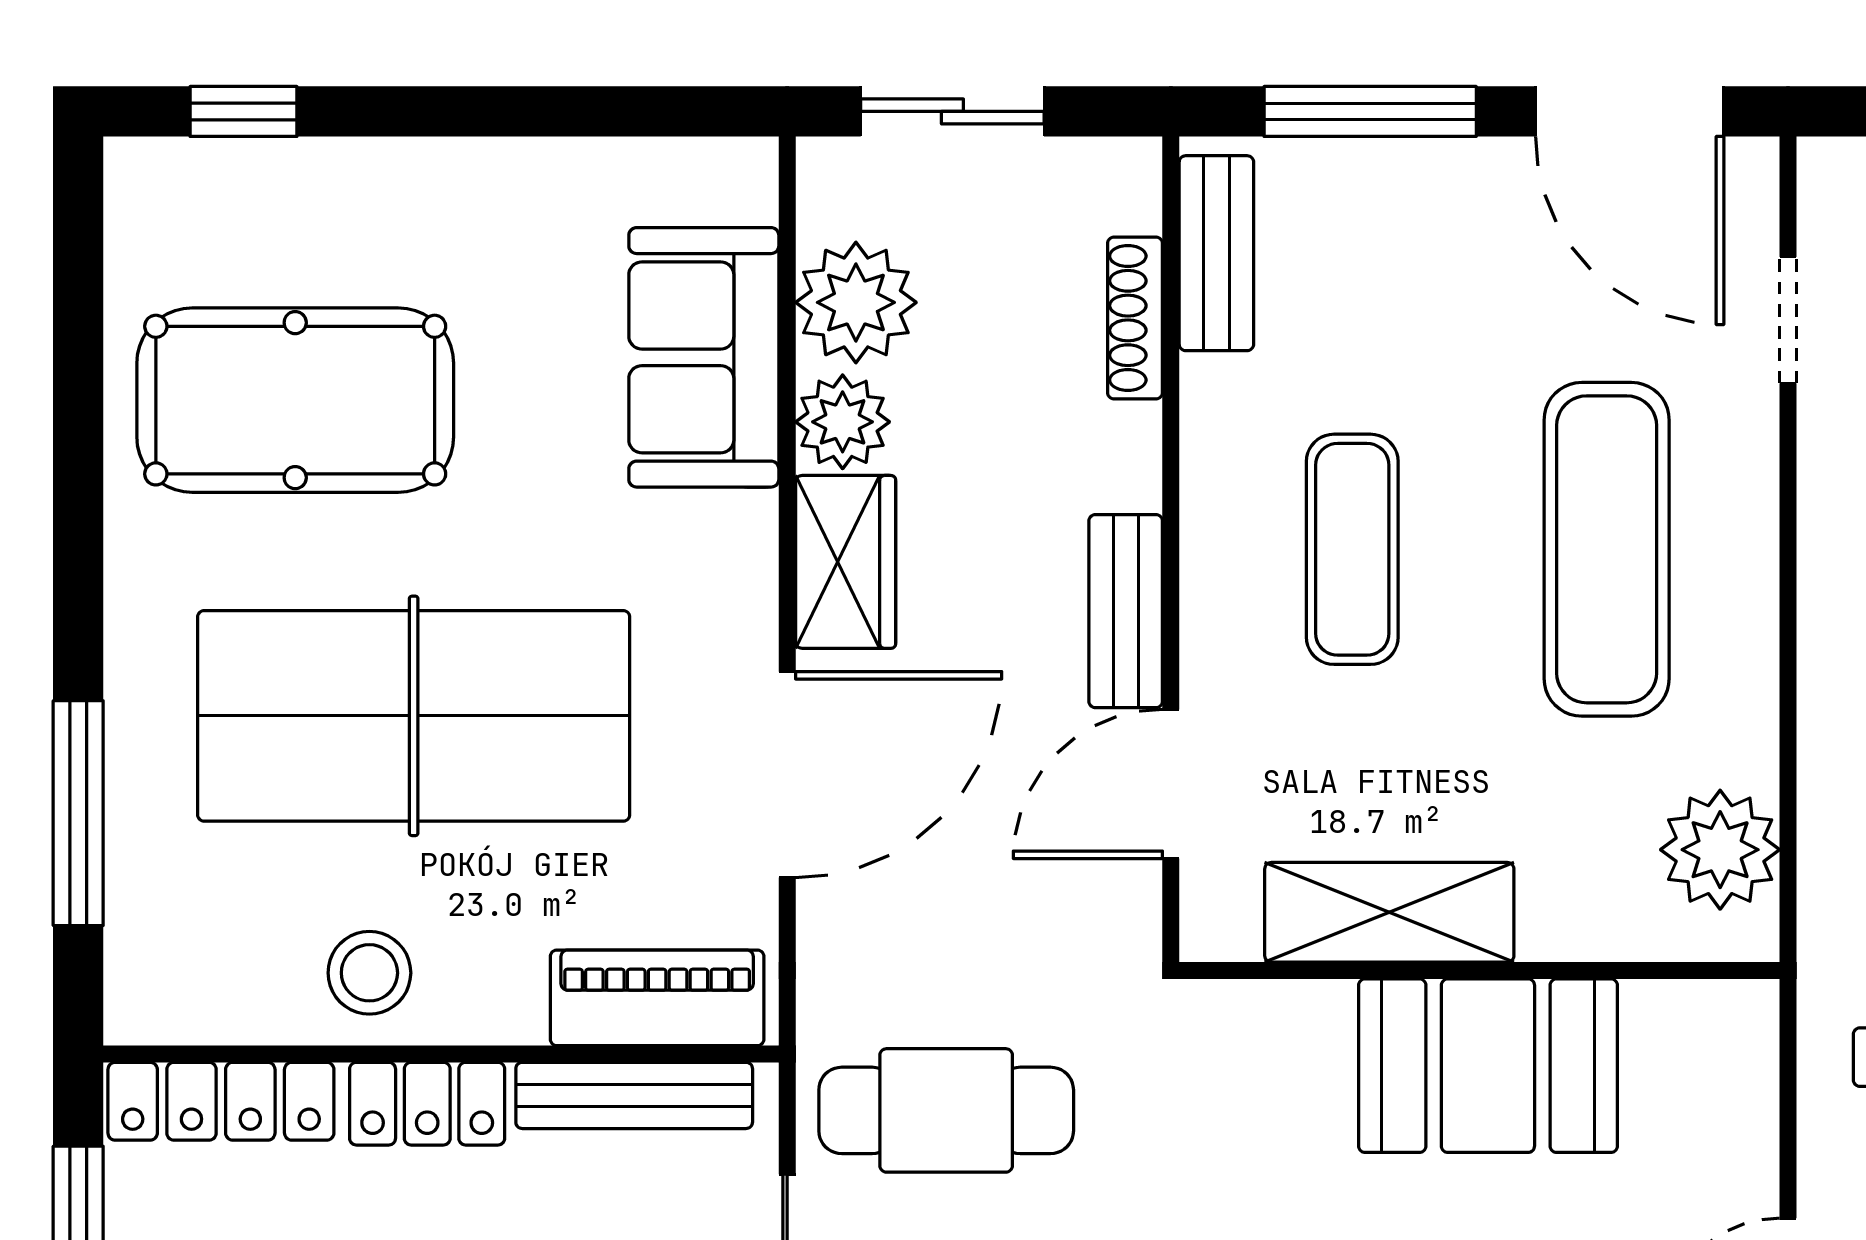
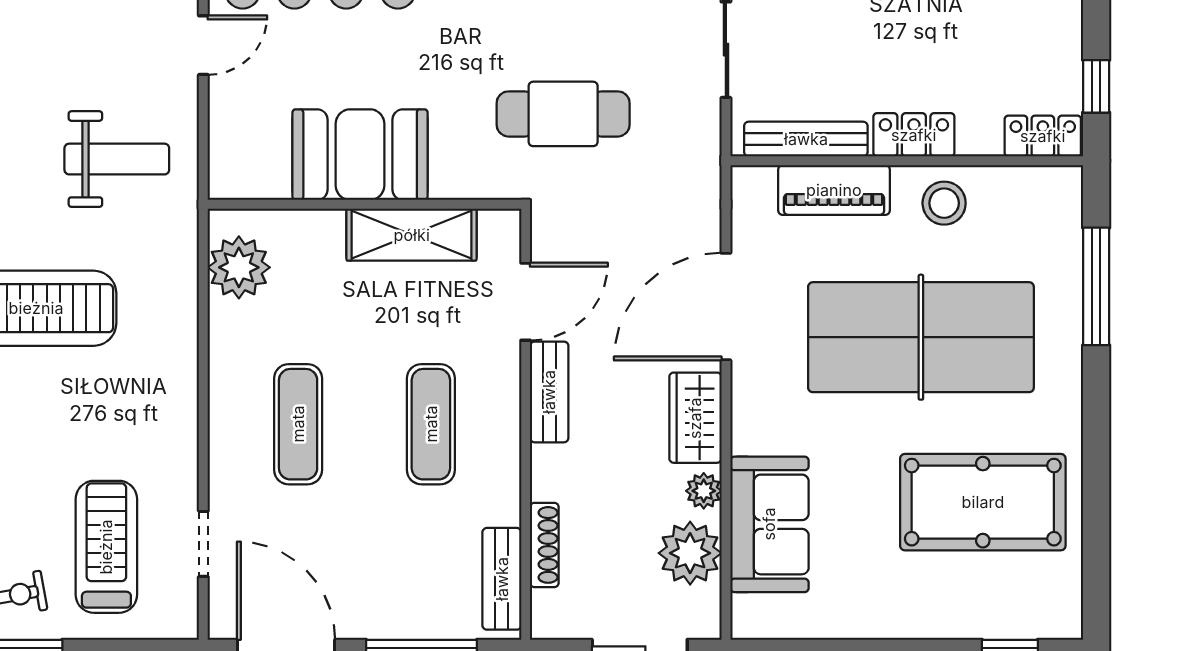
plant: (843, 422) -> (704, 491), width x0.73, depth x0.73
exercise mat: (1607, 549) -> (298, 424), width x0.73, depth x0.69
piano: (657, 998) -> (834, 190), moved
locker: (221, 1101) -> (1043, 136), width x0.66
cafe table: (946, 1110) -> (563, 114), moved

